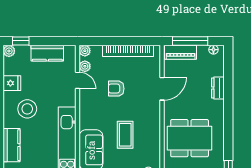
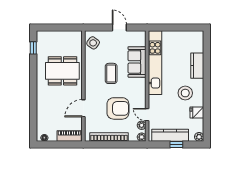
window: (21, 41) -> (176, 144), moved
window: (190, 41) -> (62, 144), removed
kitchen counter: (47, 53) -> (170, 135), width x1.50
dresser: (218, 88) -> (41, 109), removed
armchair: (116, 89) -> (118, 108), width x1.88, depth x1.88

